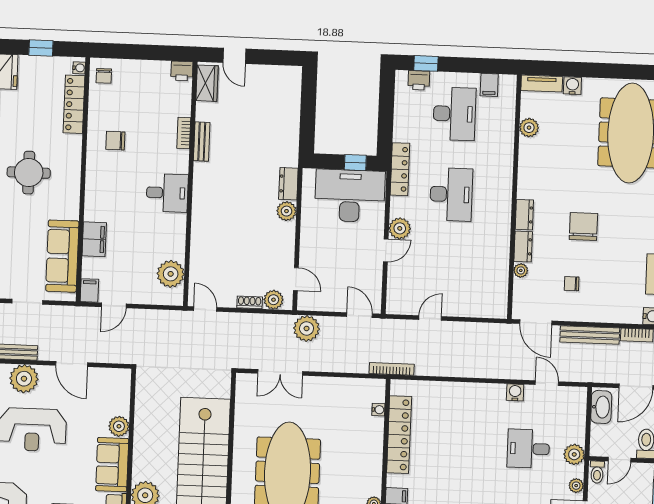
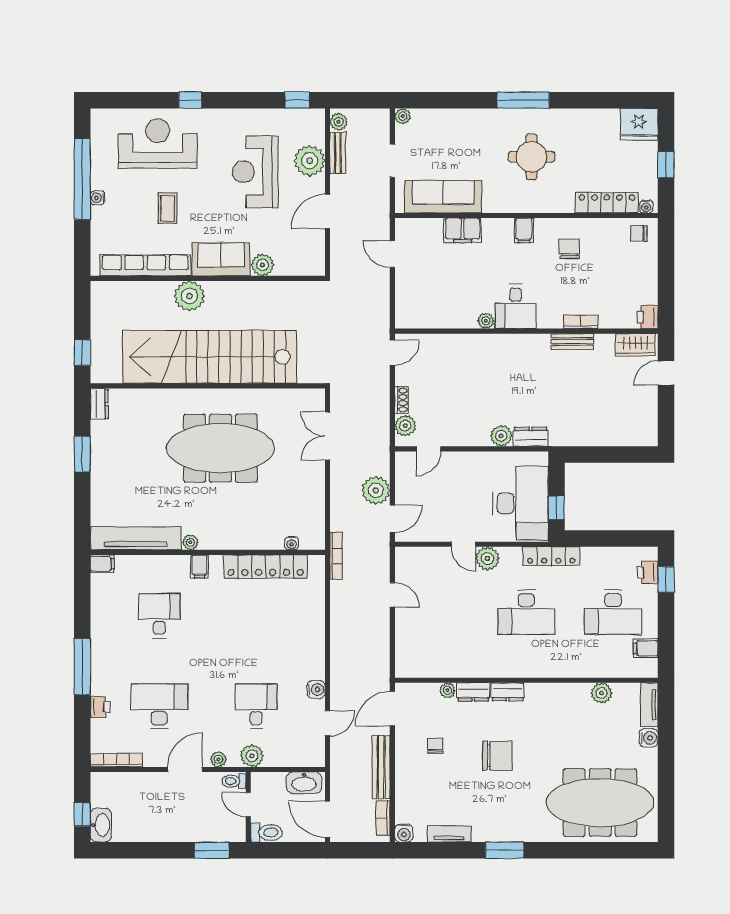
plant: (171, 274) -> (486, 321), moved, width x0.53, depth x0.53
filing cabinet: (89, 290) -> (524, 230), moved, turned 90
plant: (307, 328) -> (376, 490), moved

